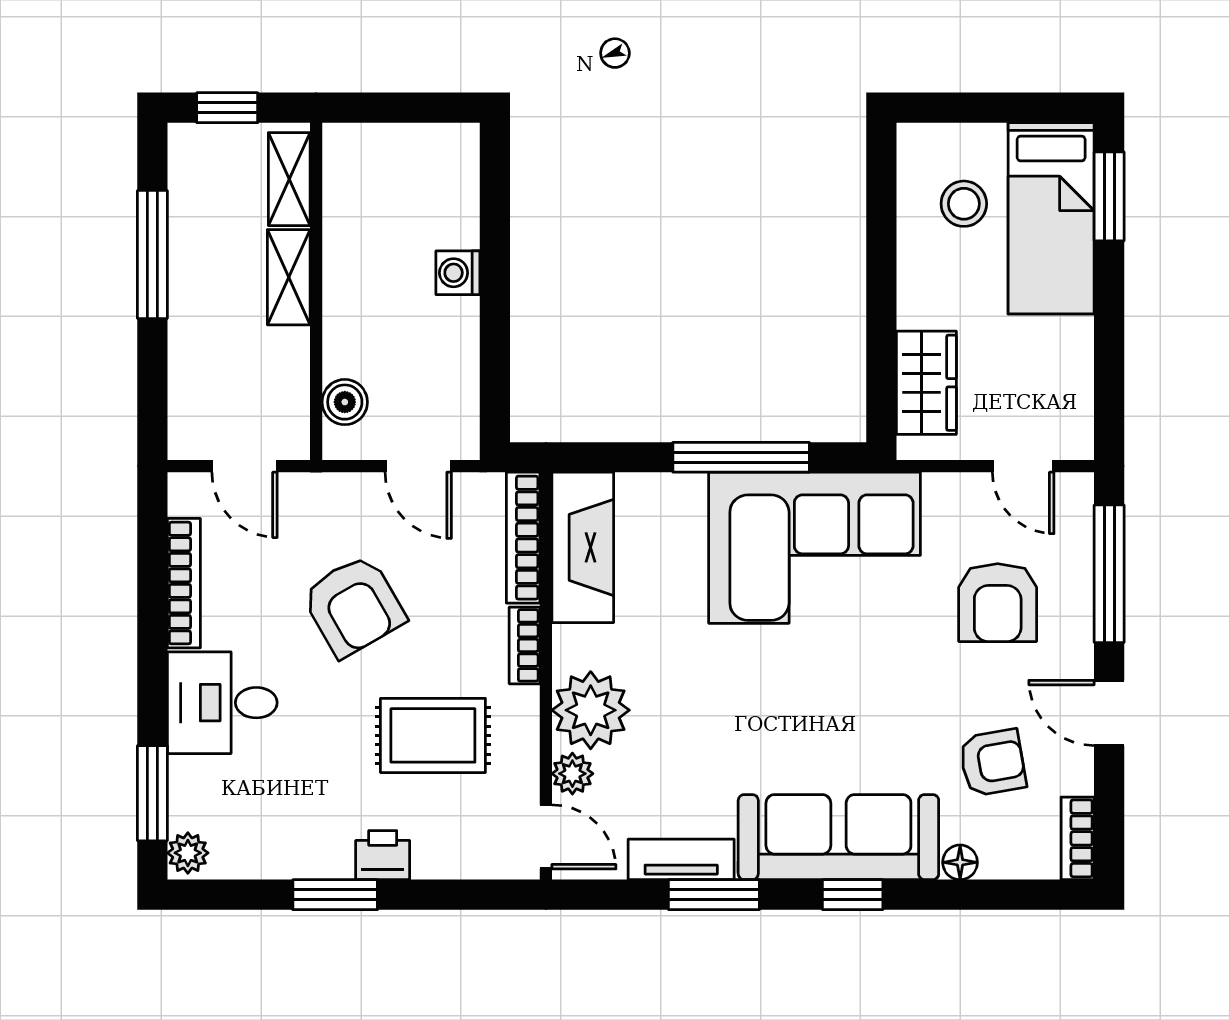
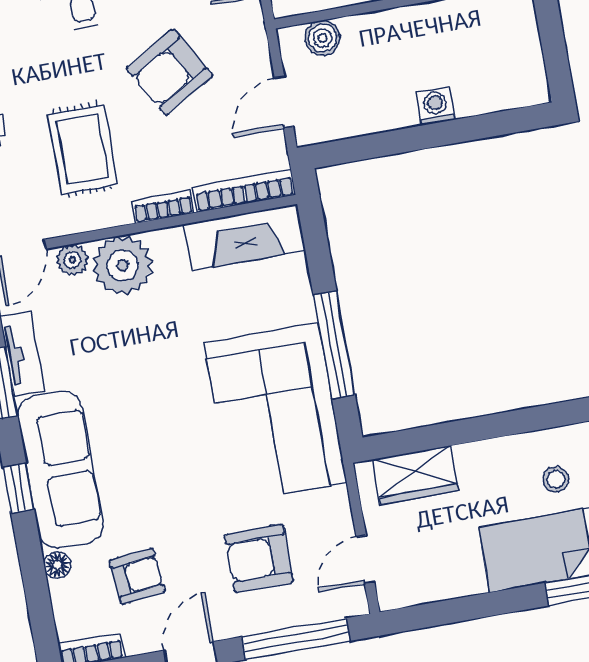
stool: (964, 204) -> (556, 479), width x0.73, depth x0.73
armchair: (993, 763) -> (137, 576), turned -86

